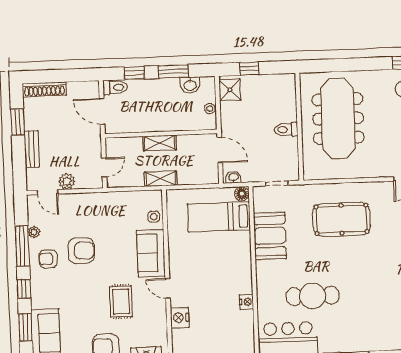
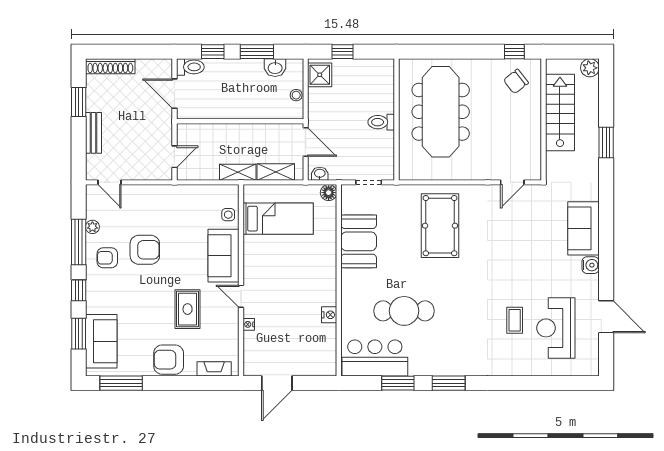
shelving: (160, 143) -> (276, 172), moved
plant: (67, 181) -> (132, 171), removed
bed: (219, 217) -> (278, 219), moved, turned 180
pool table: (341, 219) -> (440, 226), turned 90
nightstand: (180, 318) -> (249, 324), width x0.53, depth x0.56

